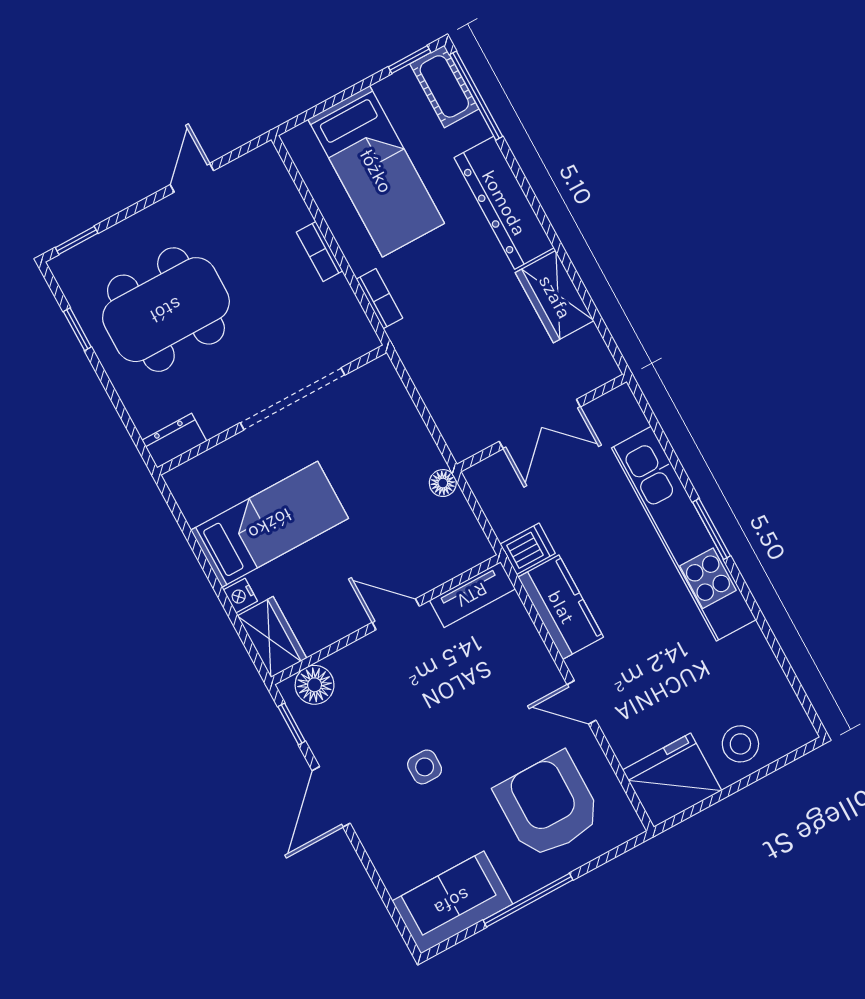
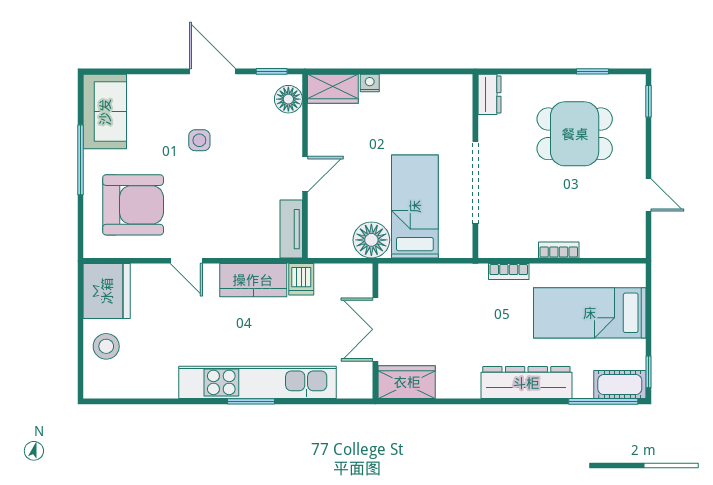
wardrobe: (555, 297) -> (407, 382), moved
dining table: (166, 310) -> (575, 134), width x0.73
floor lamp: (443, 483) -> (371, 240), width x1.89, depth x1.89
bed: (270, 524) -> (415, 206), moved, turned 180
door: (582, 702) -> (186, 261), swing flipped

